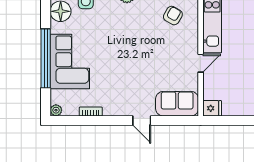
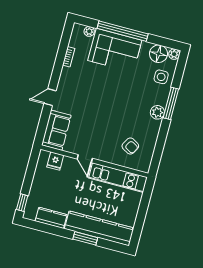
fridge: (212, 108) -> (55, 161), moved
plant: (56, 110) -> (89, 31), moved

